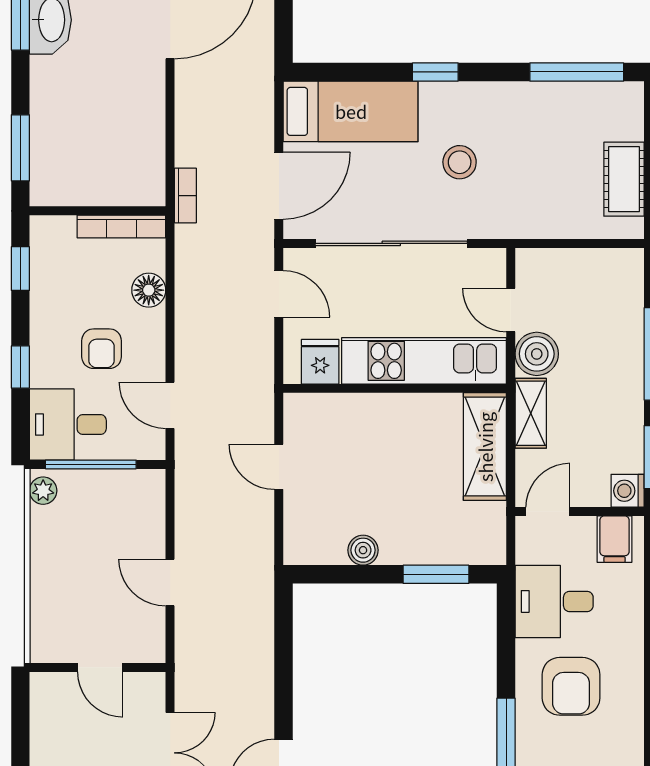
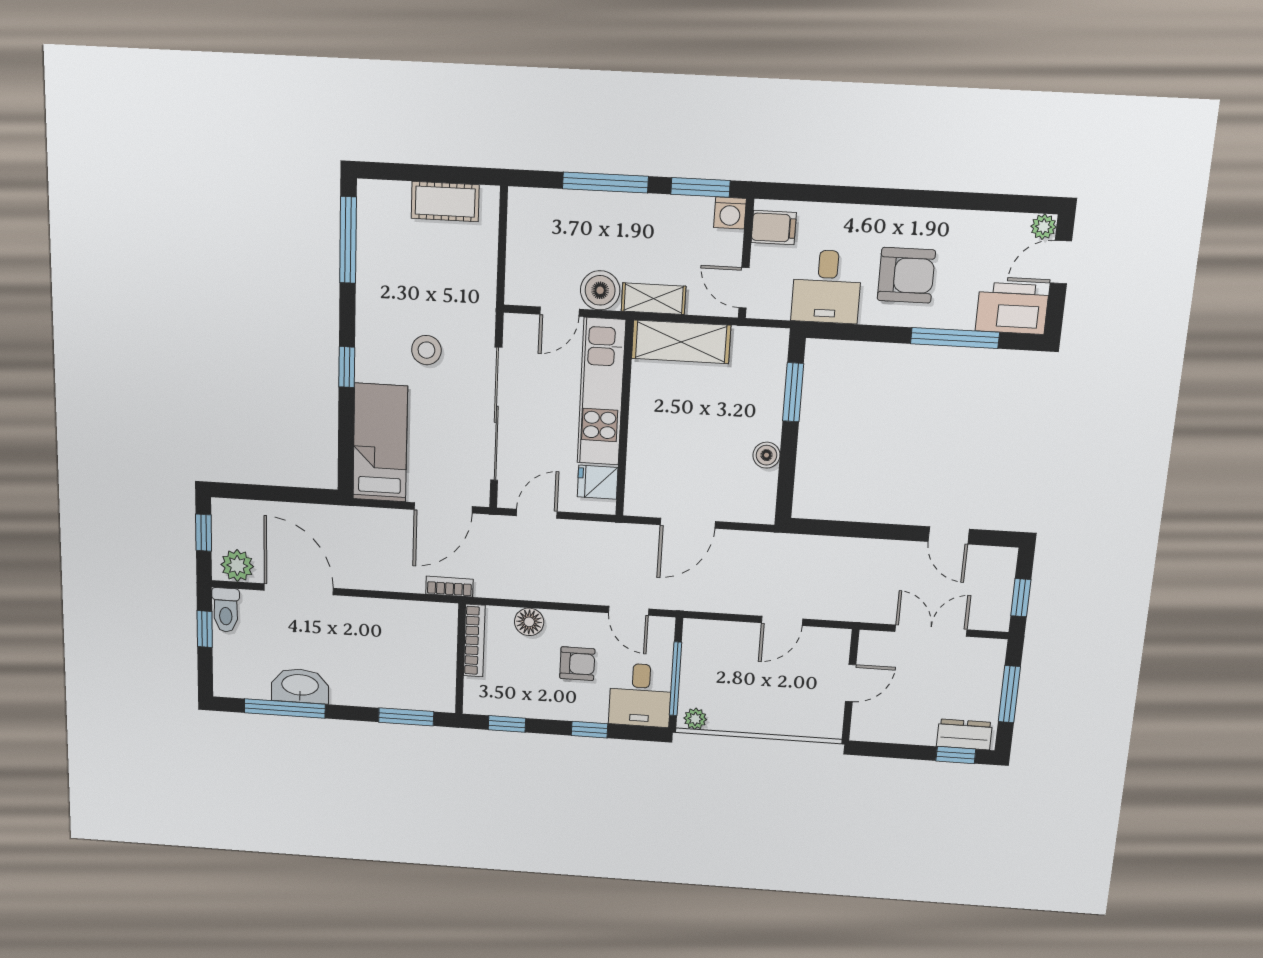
door: (279, 186) -> (443, 508), swing flipped
door: (170, 405) -> (629, 611), hinge flipped
door: (279, 467) -> (688, 523), width x1.38

